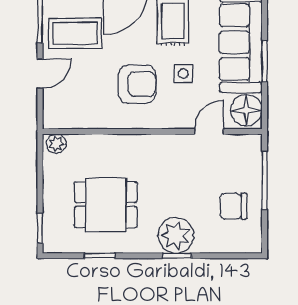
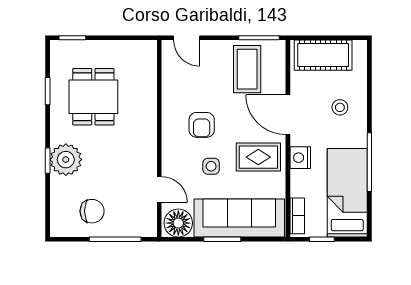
door: (40, 74) -> (187, 38), moved
armchair: (137, 84) -> (202, 125), width x0.72, depth x0.72
plant: (56, 144) -> (148, 52), removed
chair: (233, 206) -> (92, 211), turned 90

